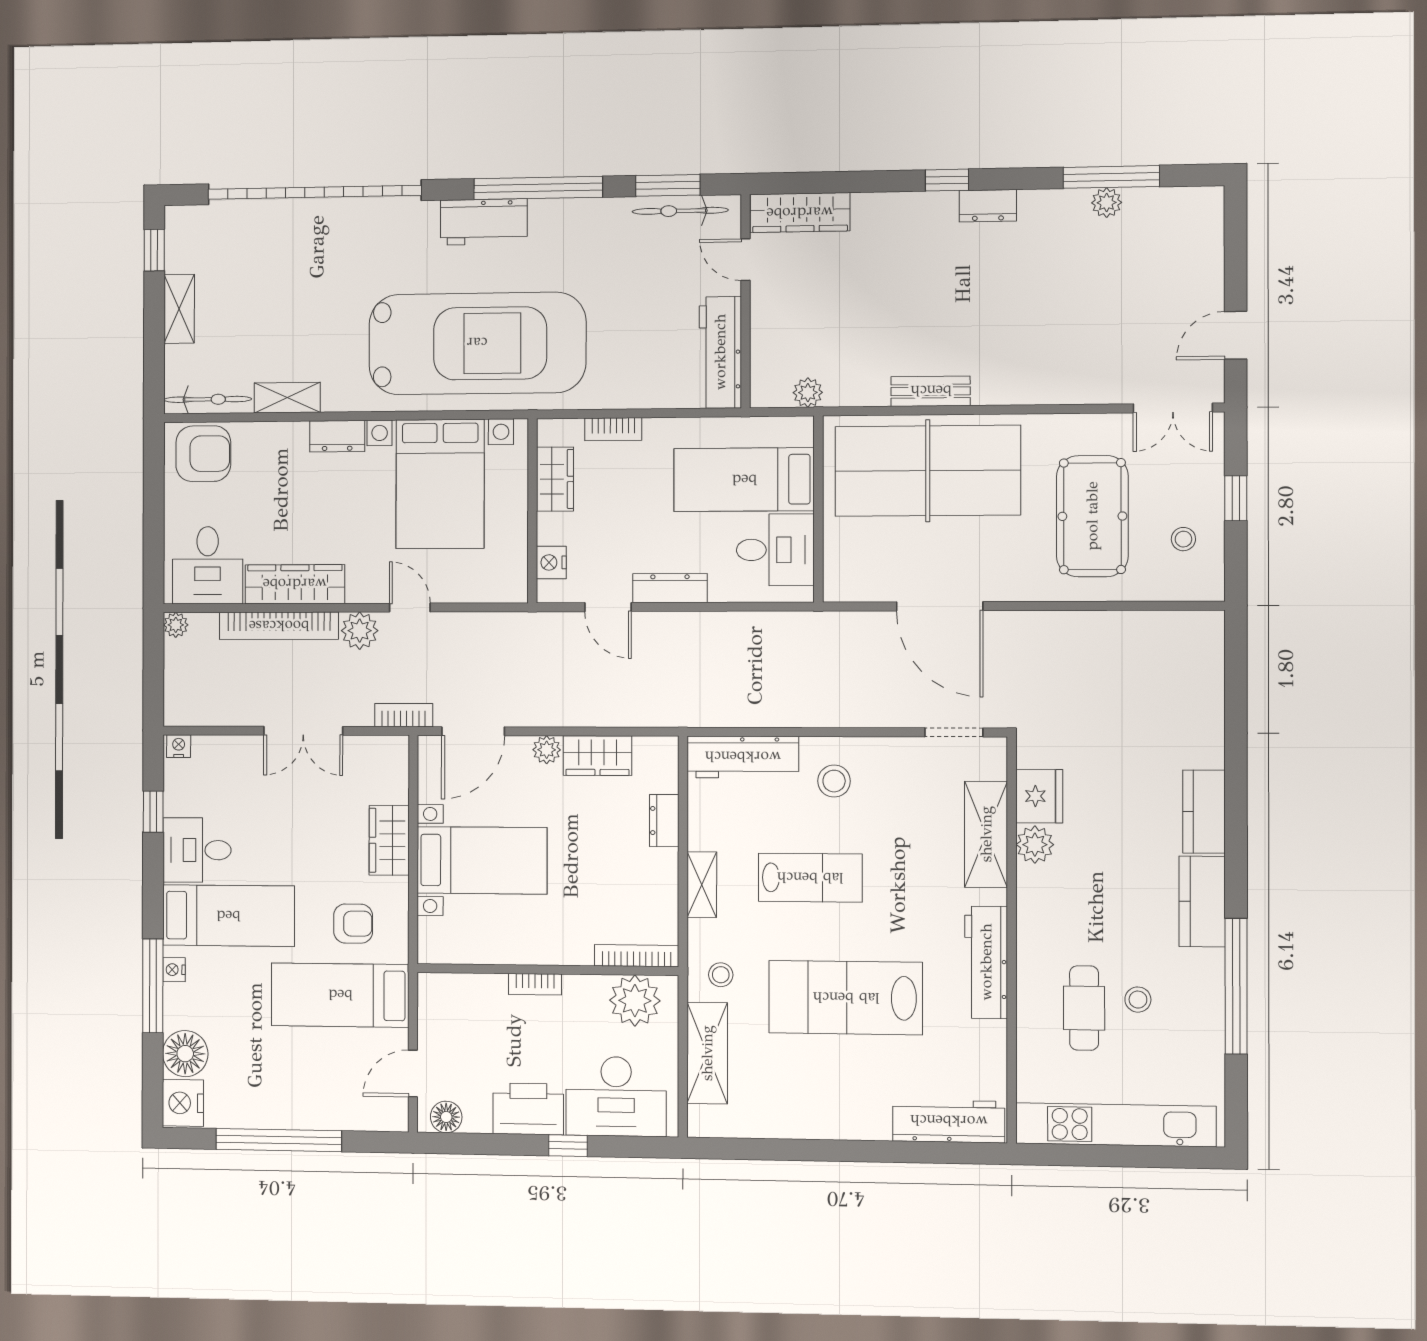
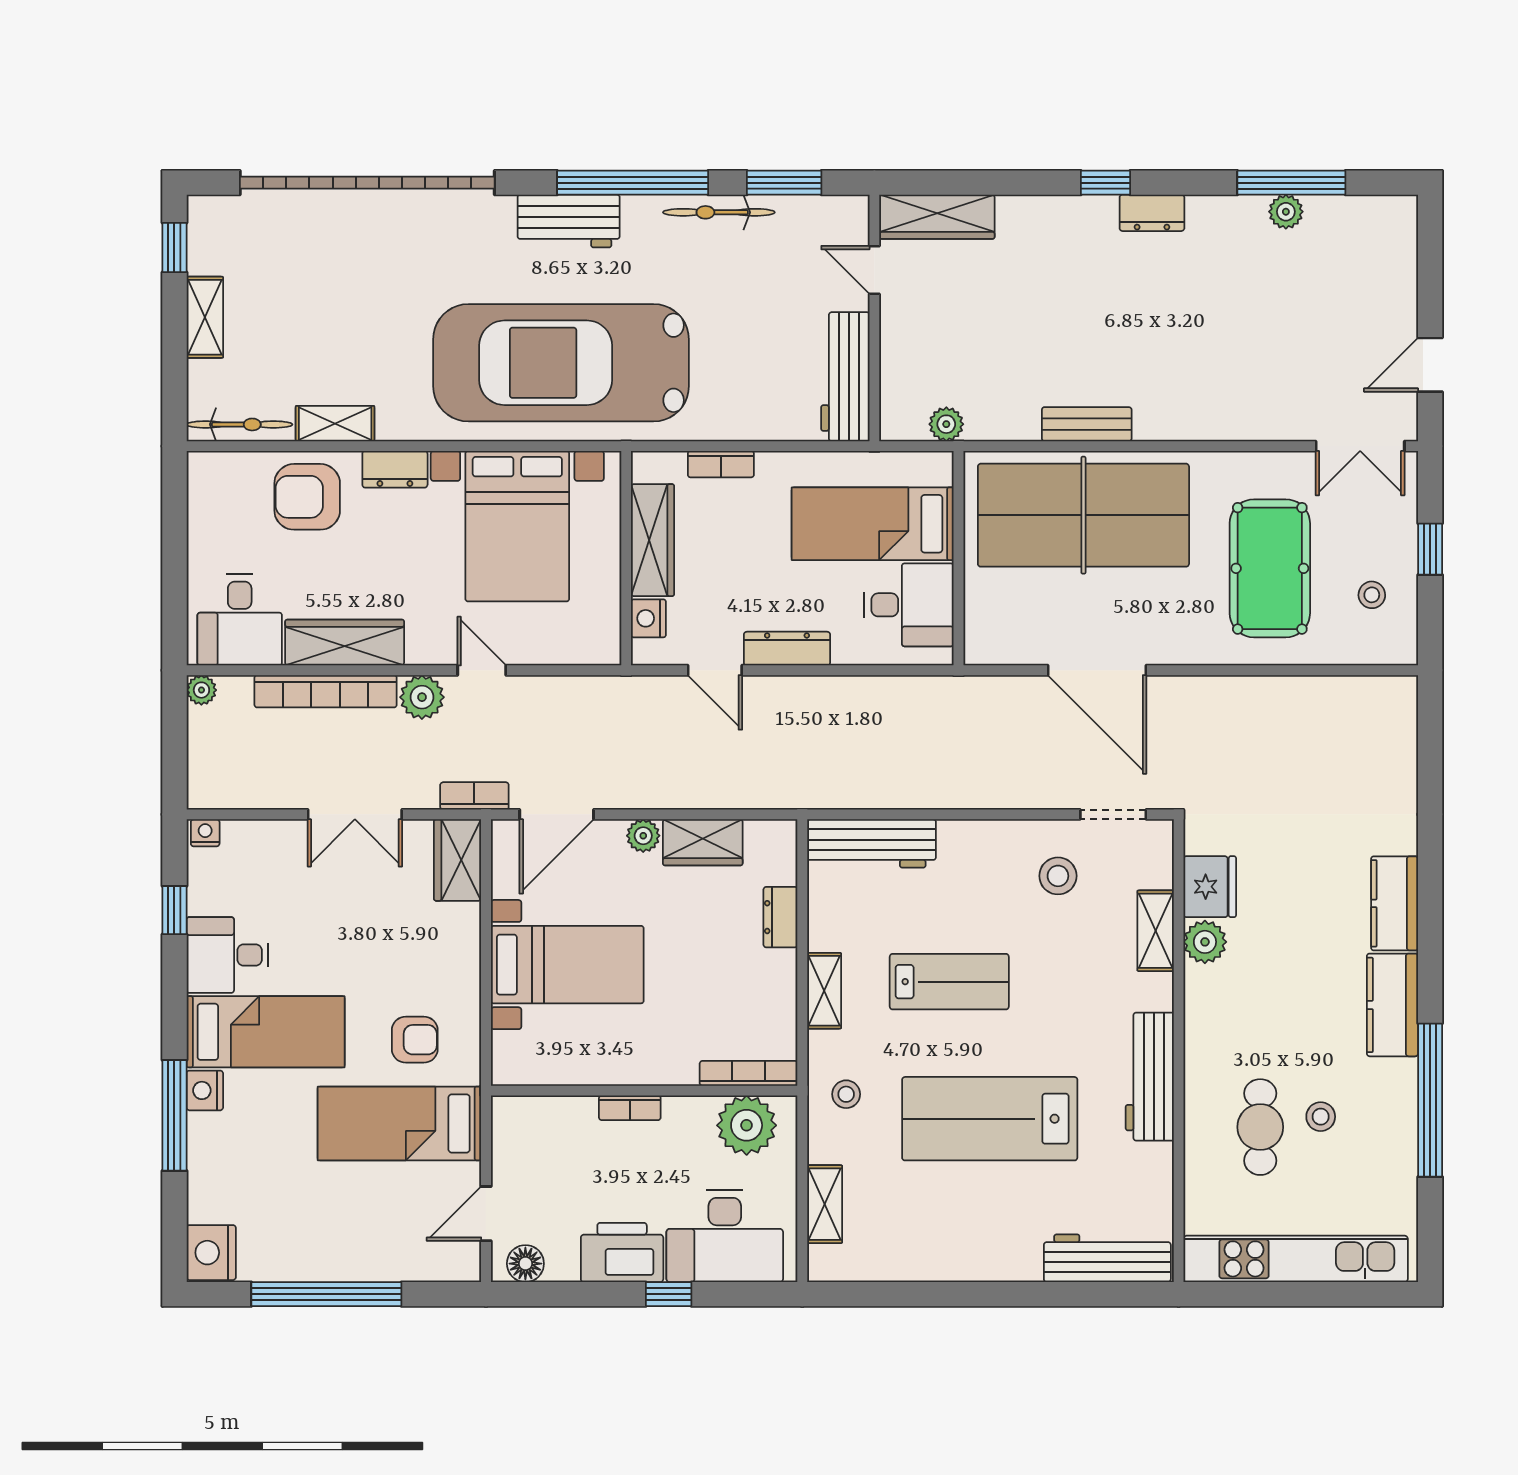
bicycle: (680, 211) -> (719, 212), moved
car: (477, 343) -> (561, 363), turned 180
armchair: (203, 454) -> (307, 497), moved, turned 180
wardrobe: (555, 479) -> (653, 540), width x1.50
stool: (834, 781) -> (1058, 876), moved
shelving: (986, 834) -> (1156, 931), width x0.67, depth x0.75
wardrobe: (389, 840) -> (458, 860), moved
nightstand: (174, 970) -> (205, 1090), width x1.39, depth x1.35
shelving: (707, 1053) -> (825, 1204), width x0.67, depth x0.75
floor lamp: (185, 1054) -> (214, 1195), removed

